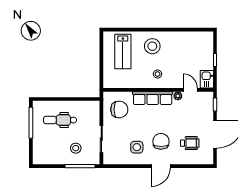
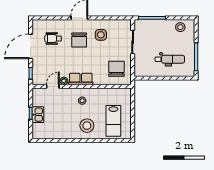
lab bench: (123, 51) -> (113, 121), turned 180
kitchen sink: (207, 79) -> (38, 115), moved
door: (190, 90) -> (53, 86), swing flipped
row of seats: (153, 98) -> (81, 79), width x0.68
chair: (119, 109) -> (117, 69), turned 90
stool: (76, 148) -> (180, 27), moved

